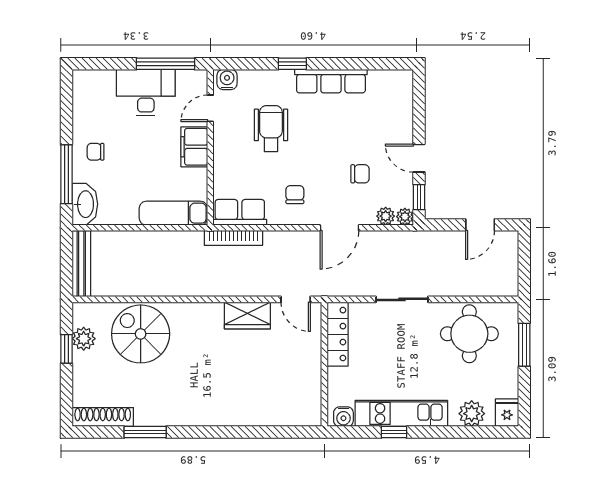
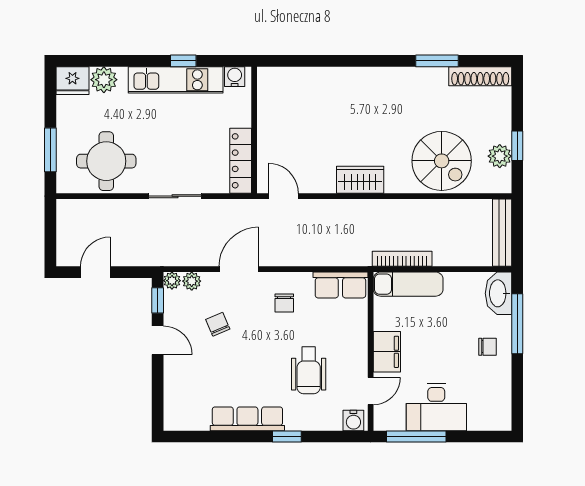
chair: (360, 174) -> (218, 324), turned 67
bookcase: (233, 238) -> (402, 259), moved
wardrobe: (247, 315) -> (360, 180), moved
fridge: (507, 413) -> (72, 81), width x1.38

